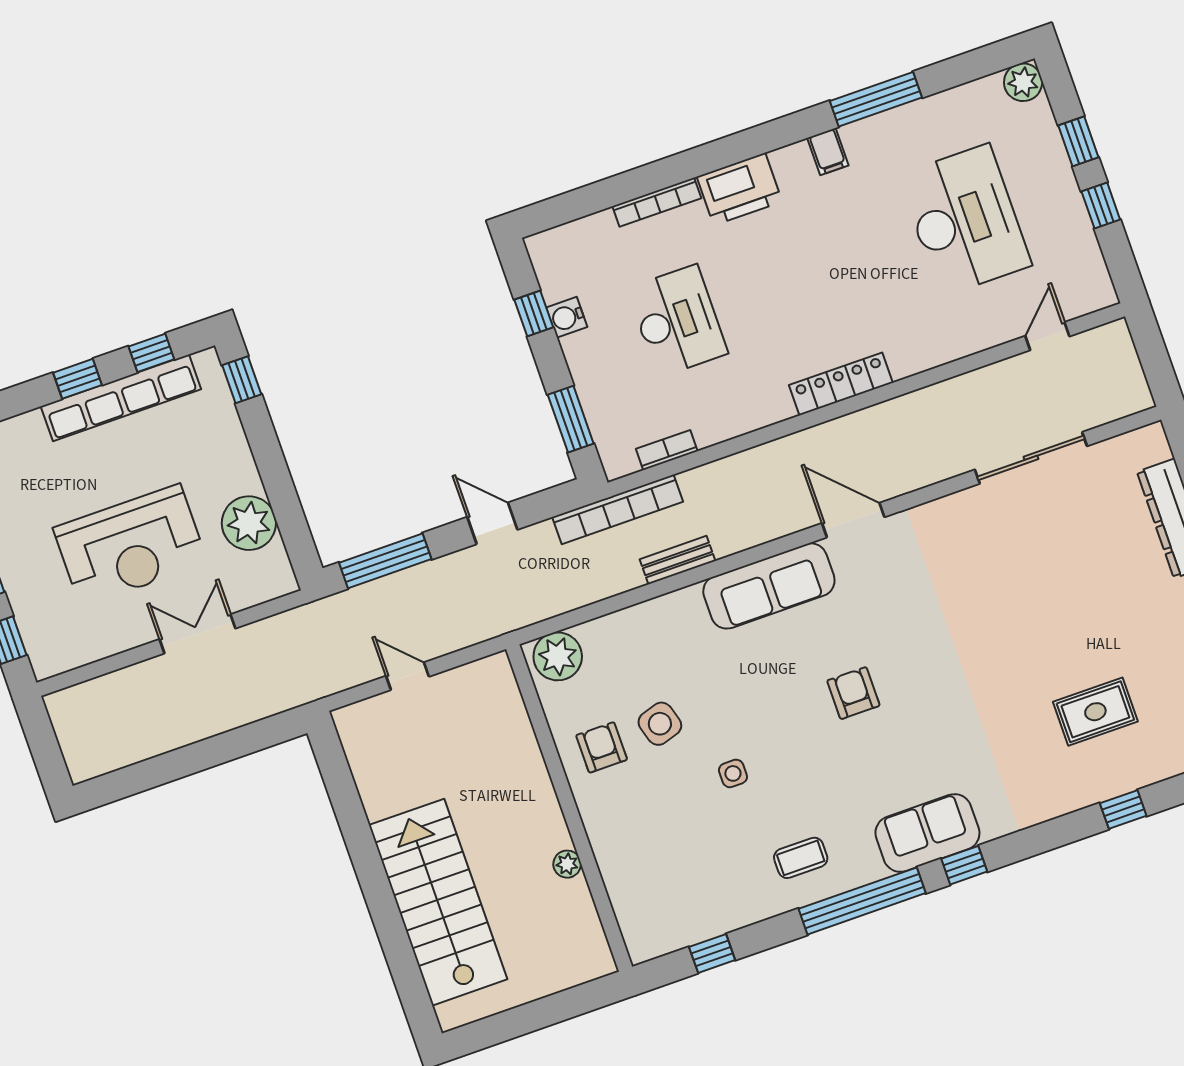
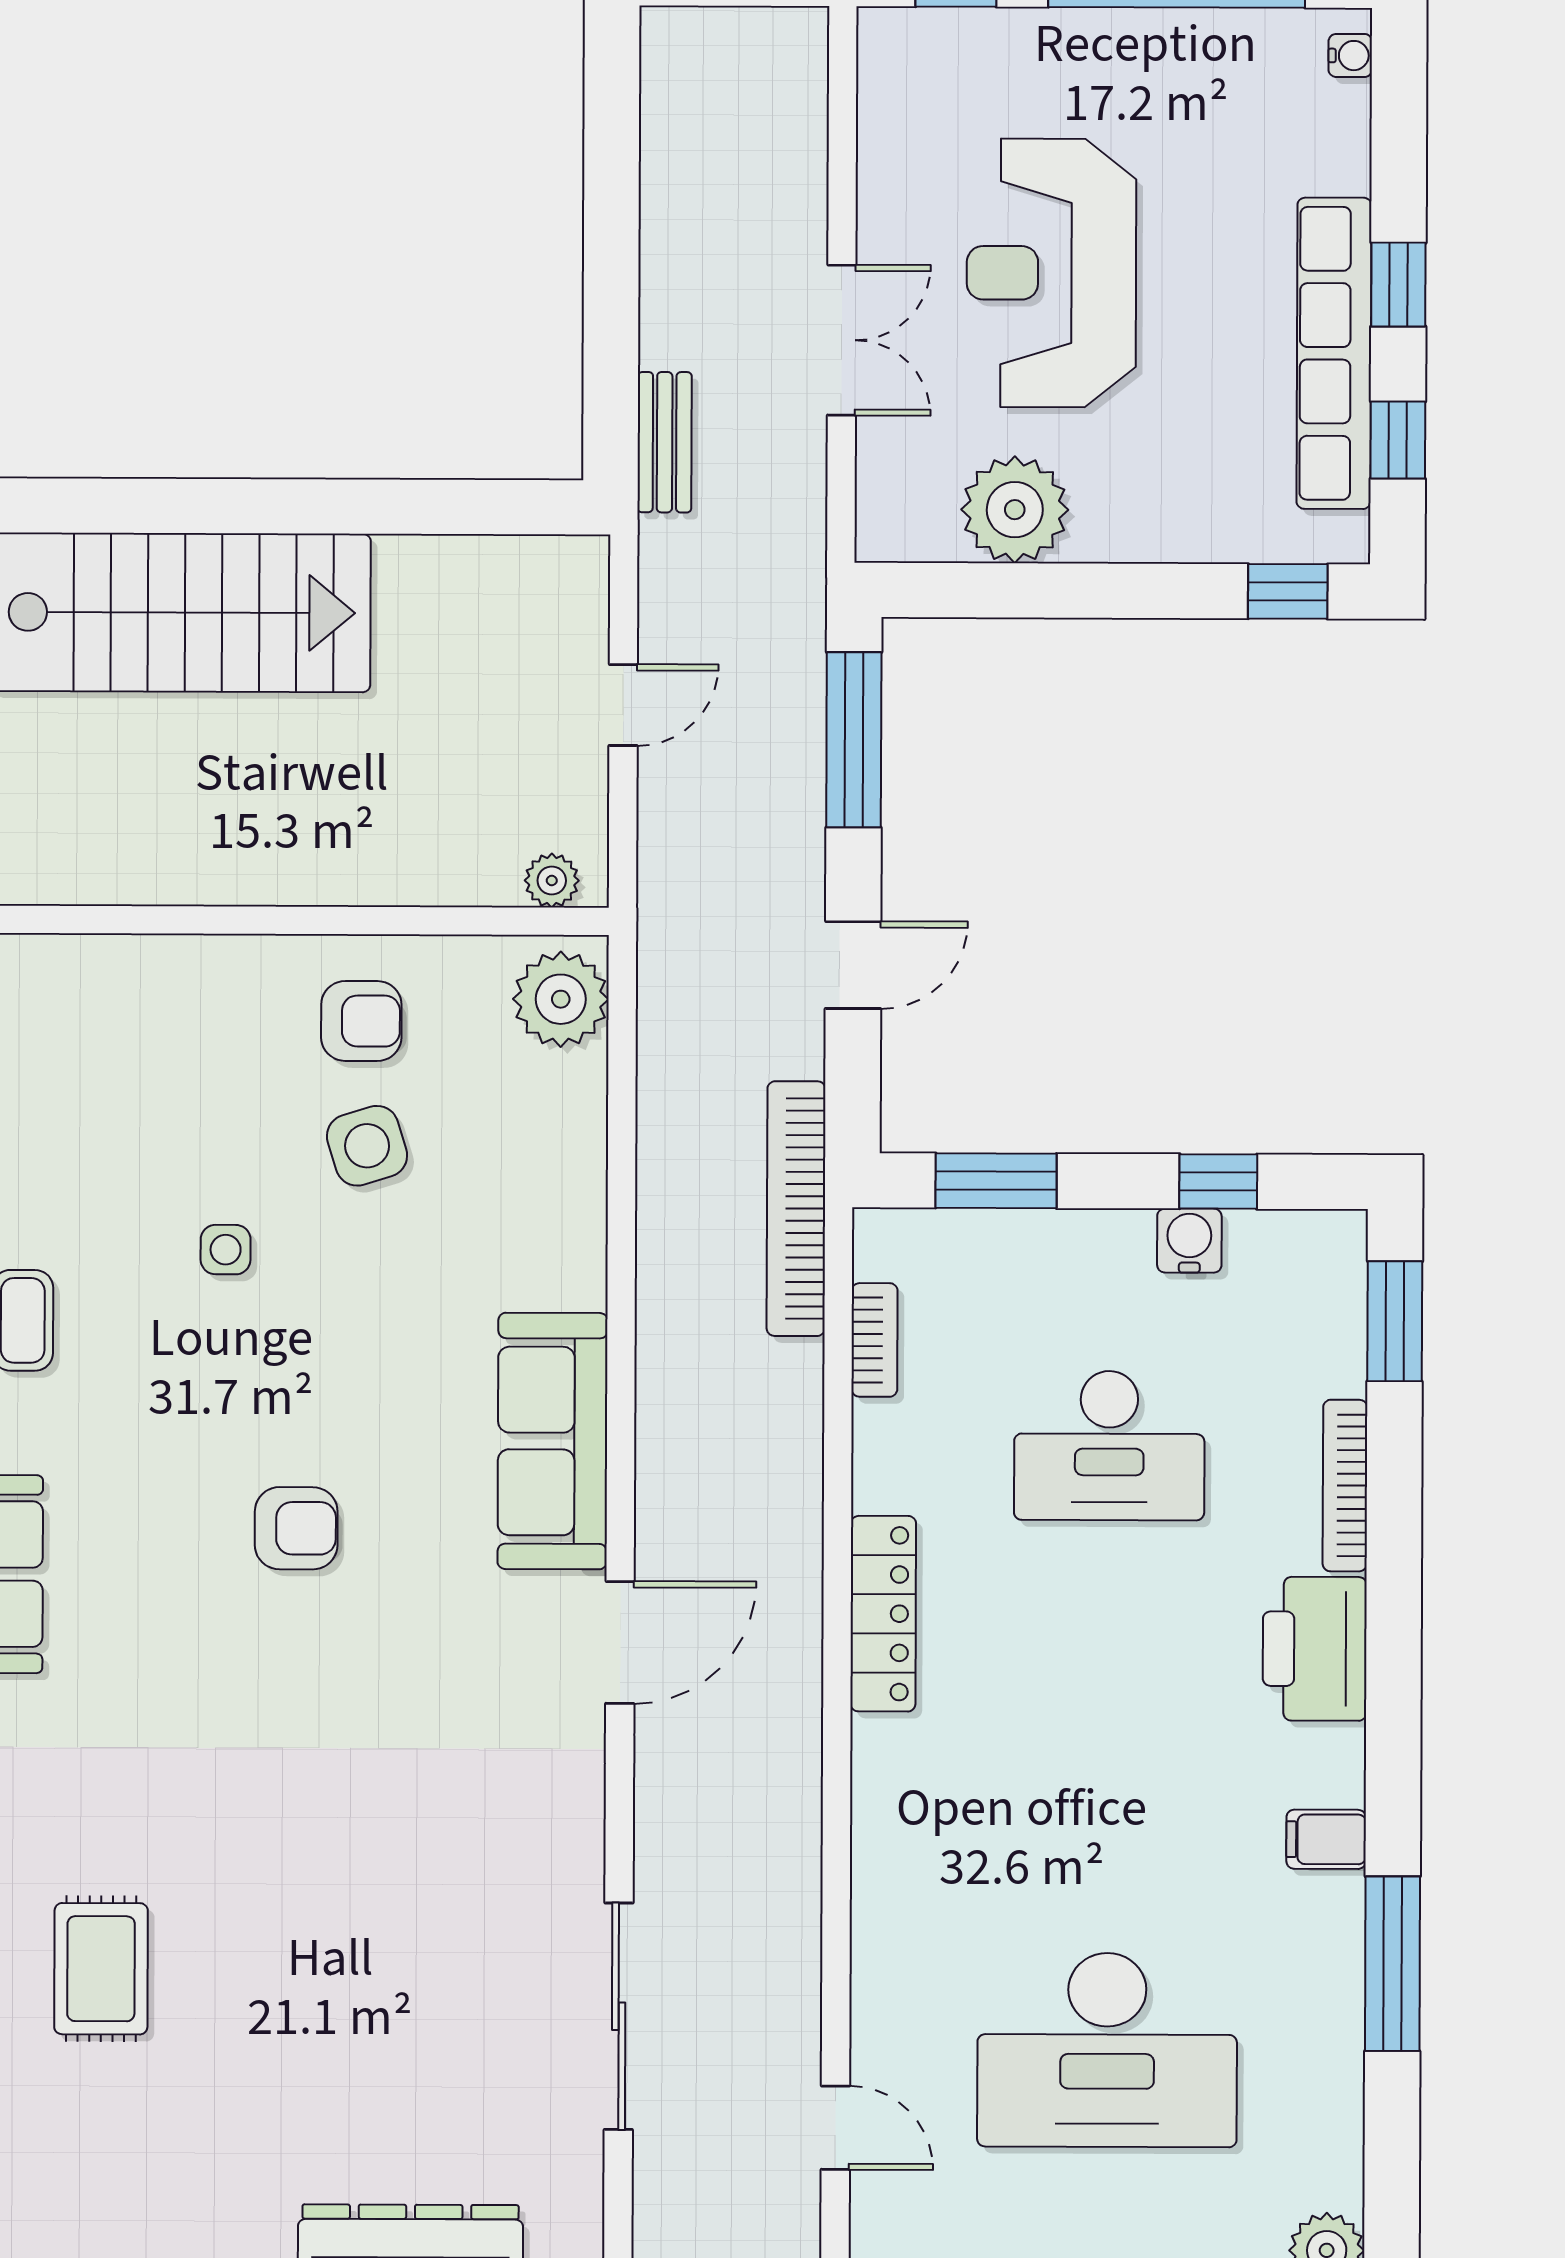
window: (570, 206) -> (1395, 1321), added
locker: (841, 384) -> (883, 1614), moved
bench: (678, 560) -> (665, 442), moved
plant: (567, 864) -> (552, 881), moved

